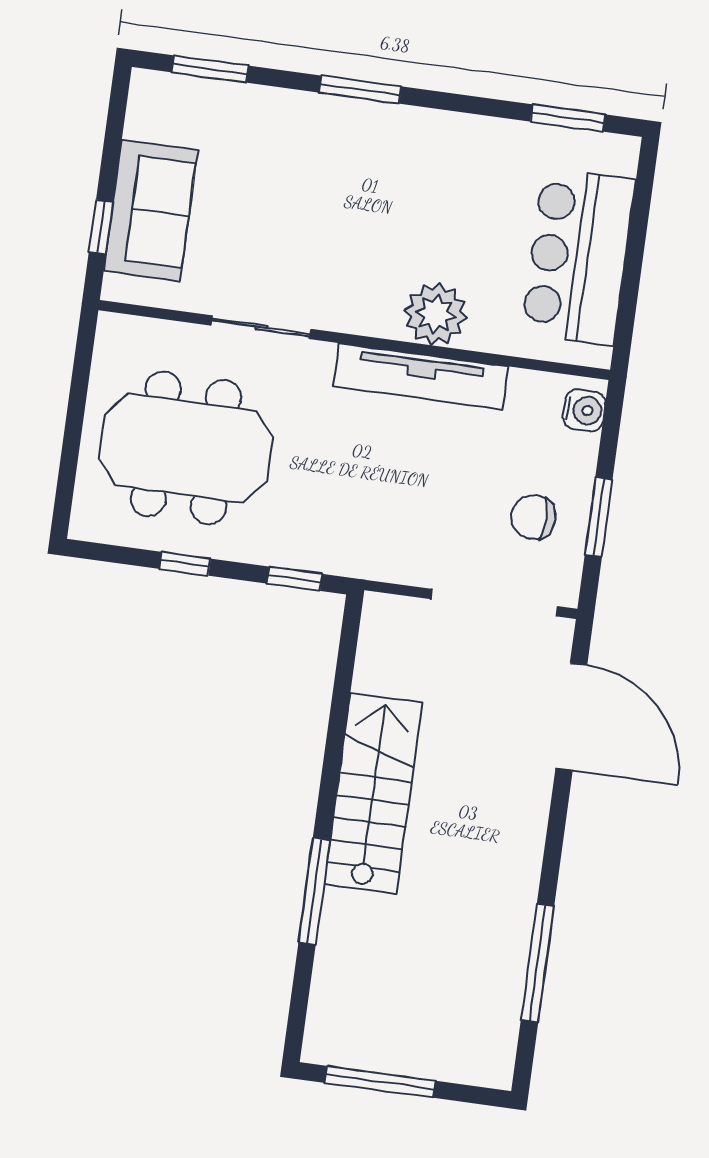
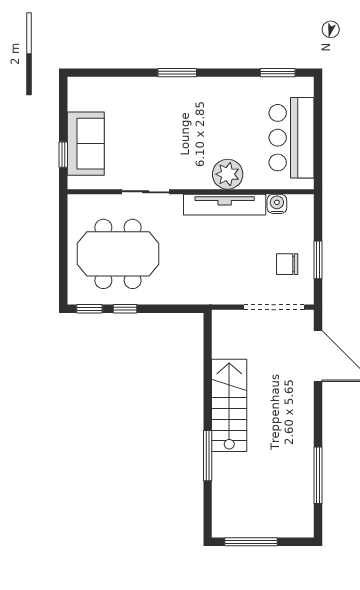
window: (210, 69) -> (105, 73), removed
water cooler: (584, 410) -> (277, 204), moved, turned -90
window: (295, 579) -> (89, 309), moved

